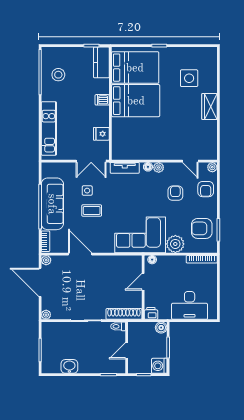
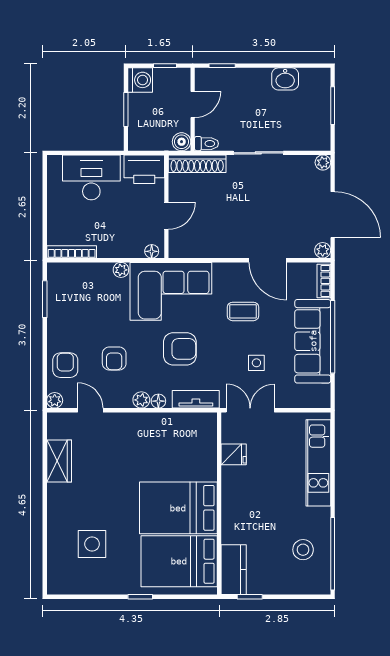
dishwasher: (102, 100) -> (232, 509), removed
wardrobe: (210, 106) -> (59, 461), moved
coffee table: (92, 211) -> (243, 311), moved
armchair: (202, 228) -> (180, 349), moved
plant: (175, 244) -> (121, 270), width x0.53, depth x0.53
printer: (151, 313) -> (144, 169), width x1.87, depth x1.48
boiler: (161, 328) -> (182, 142), moved

